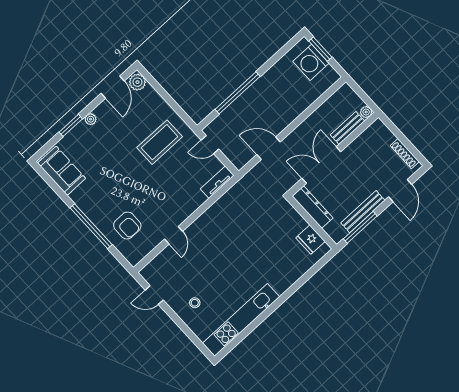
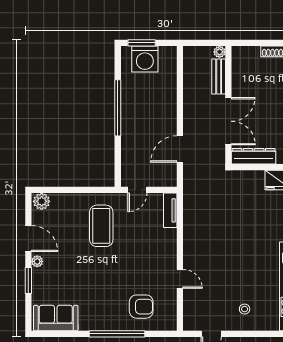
door: (113, 87) -> (28, 238), moved
window: (238, 93) -> (118, 108), moved
double door: (321, 165) -> (228, 121), swing flipped

